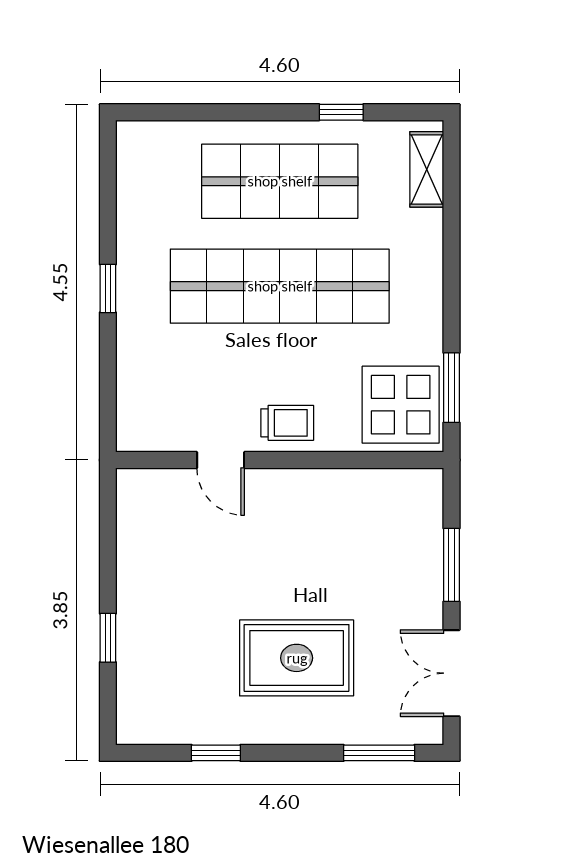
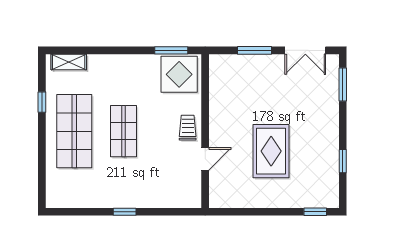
shop shelf: (280, 286) -> (124, 131), width x0.50, depth x0.74
window: (108, 638) -> (315, 212), moved
rug: (297, 658) -> (271, 151), moved

